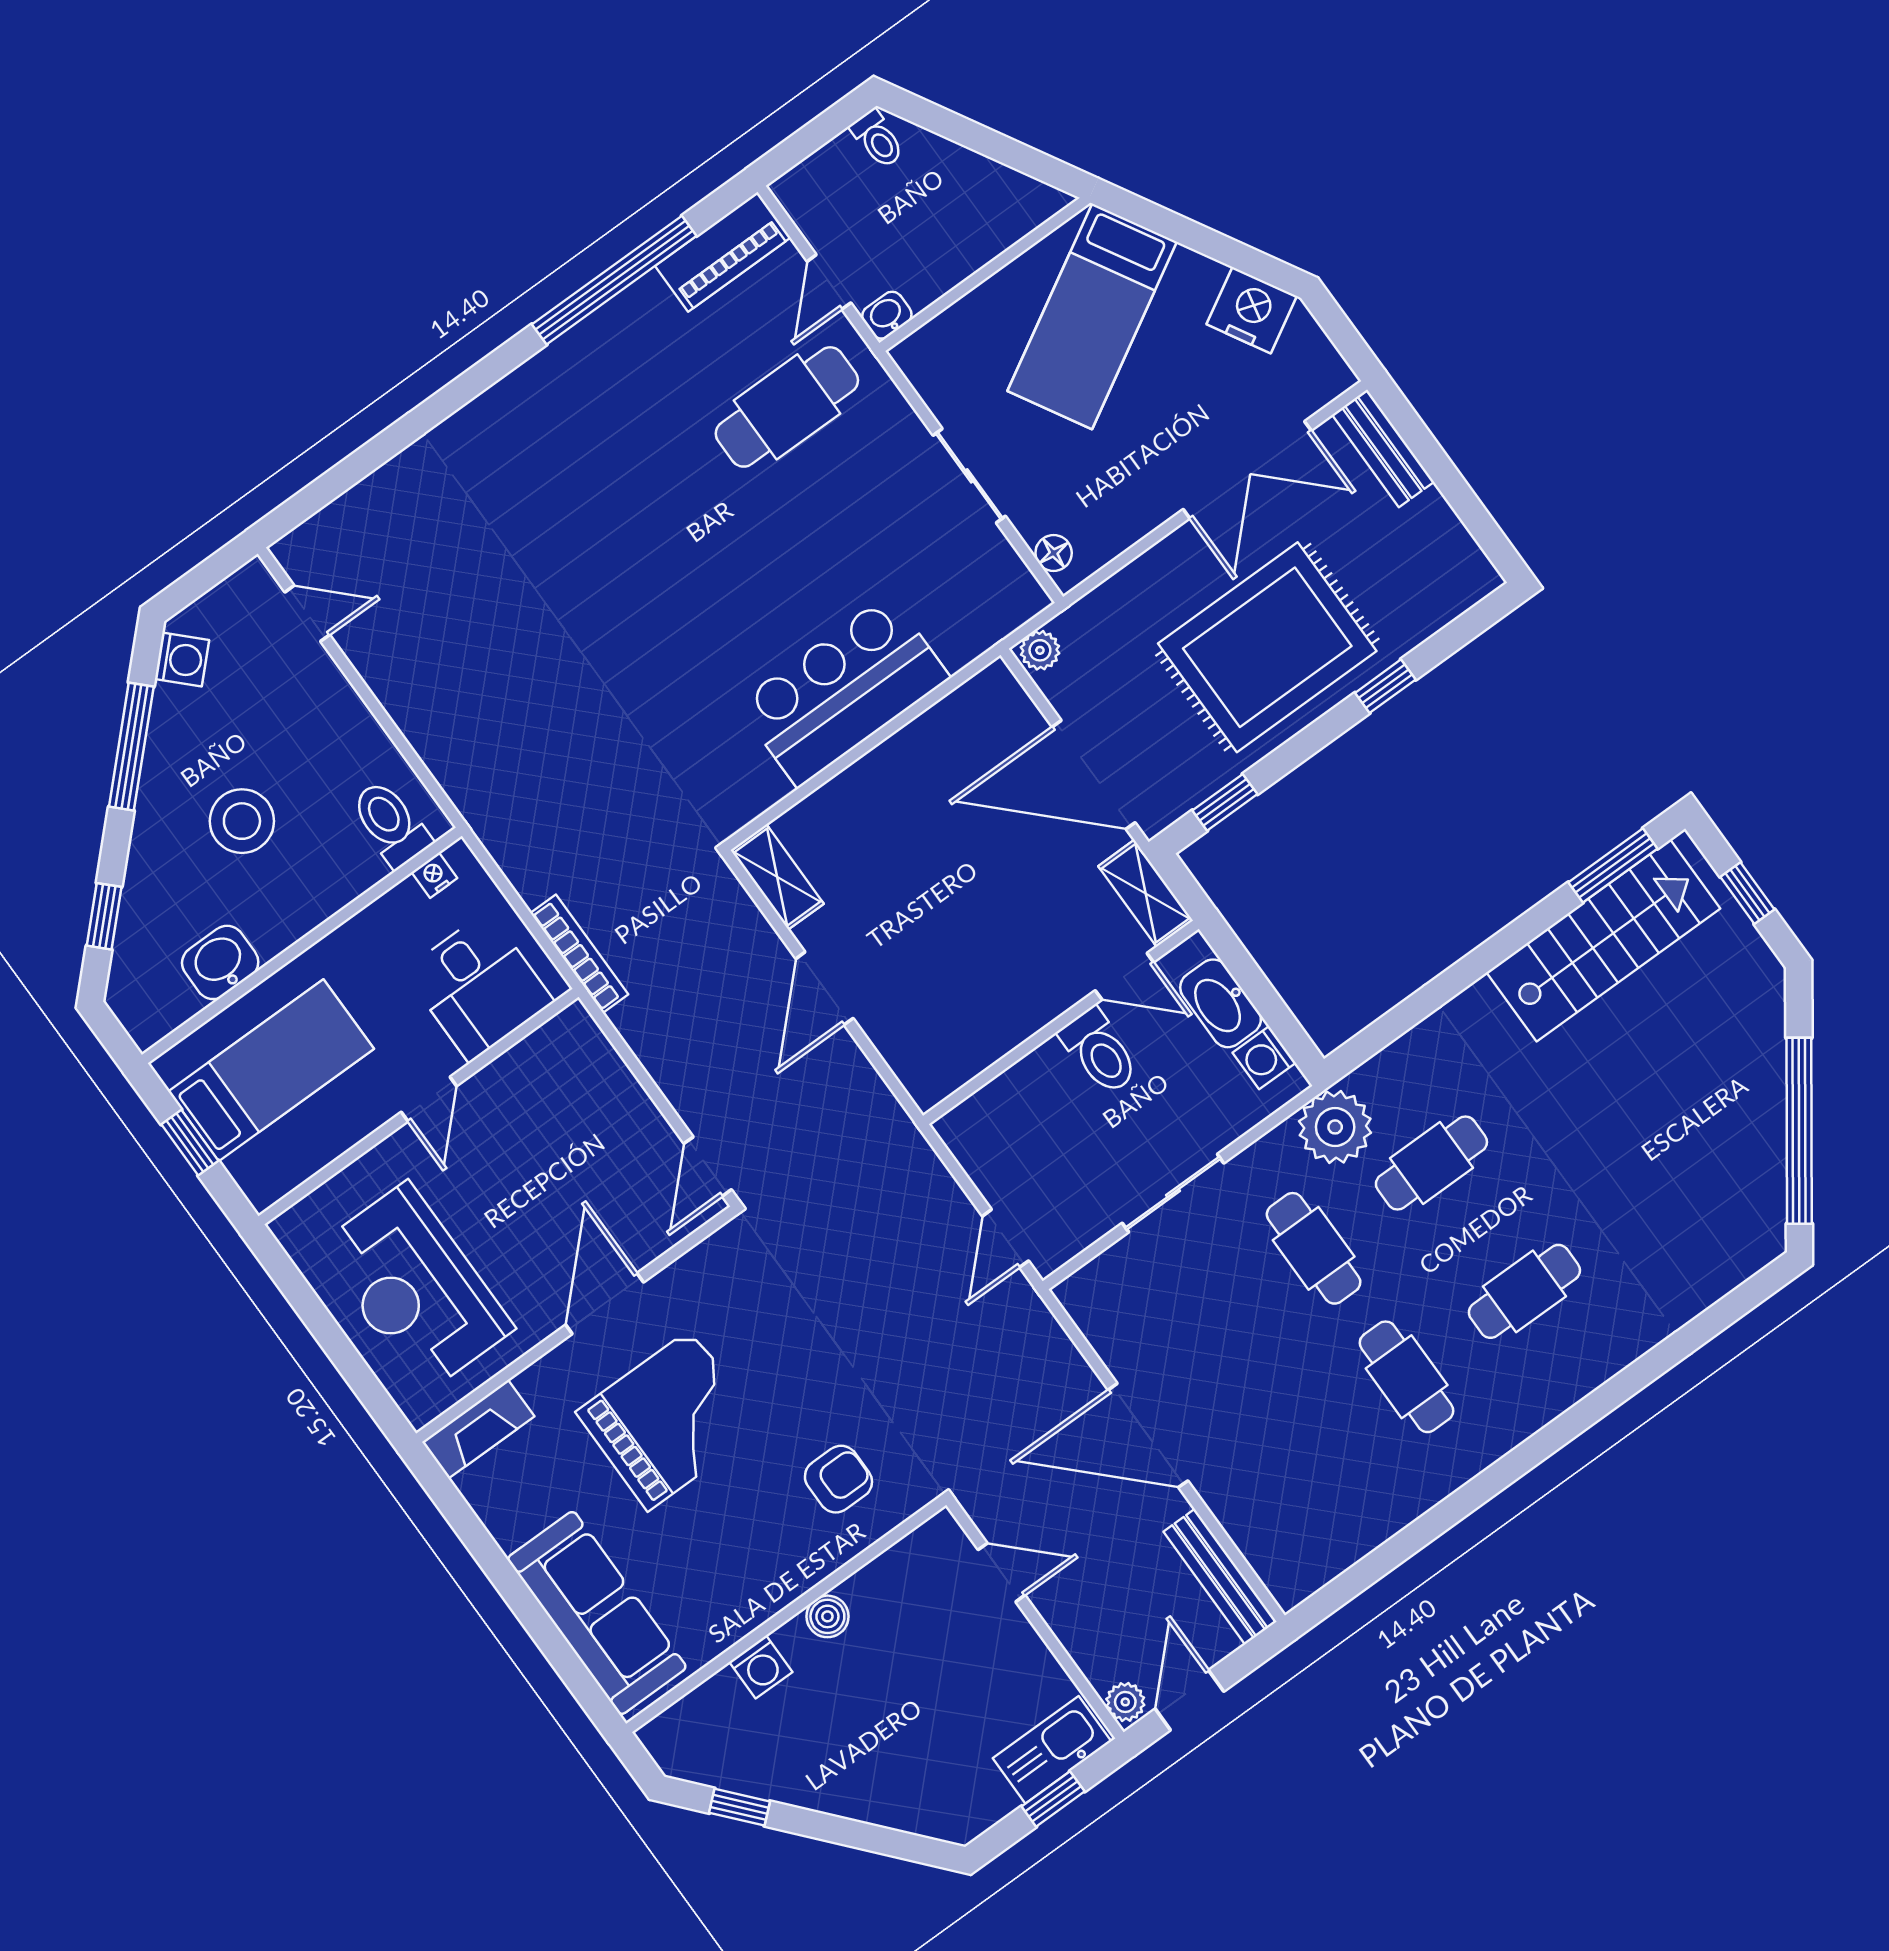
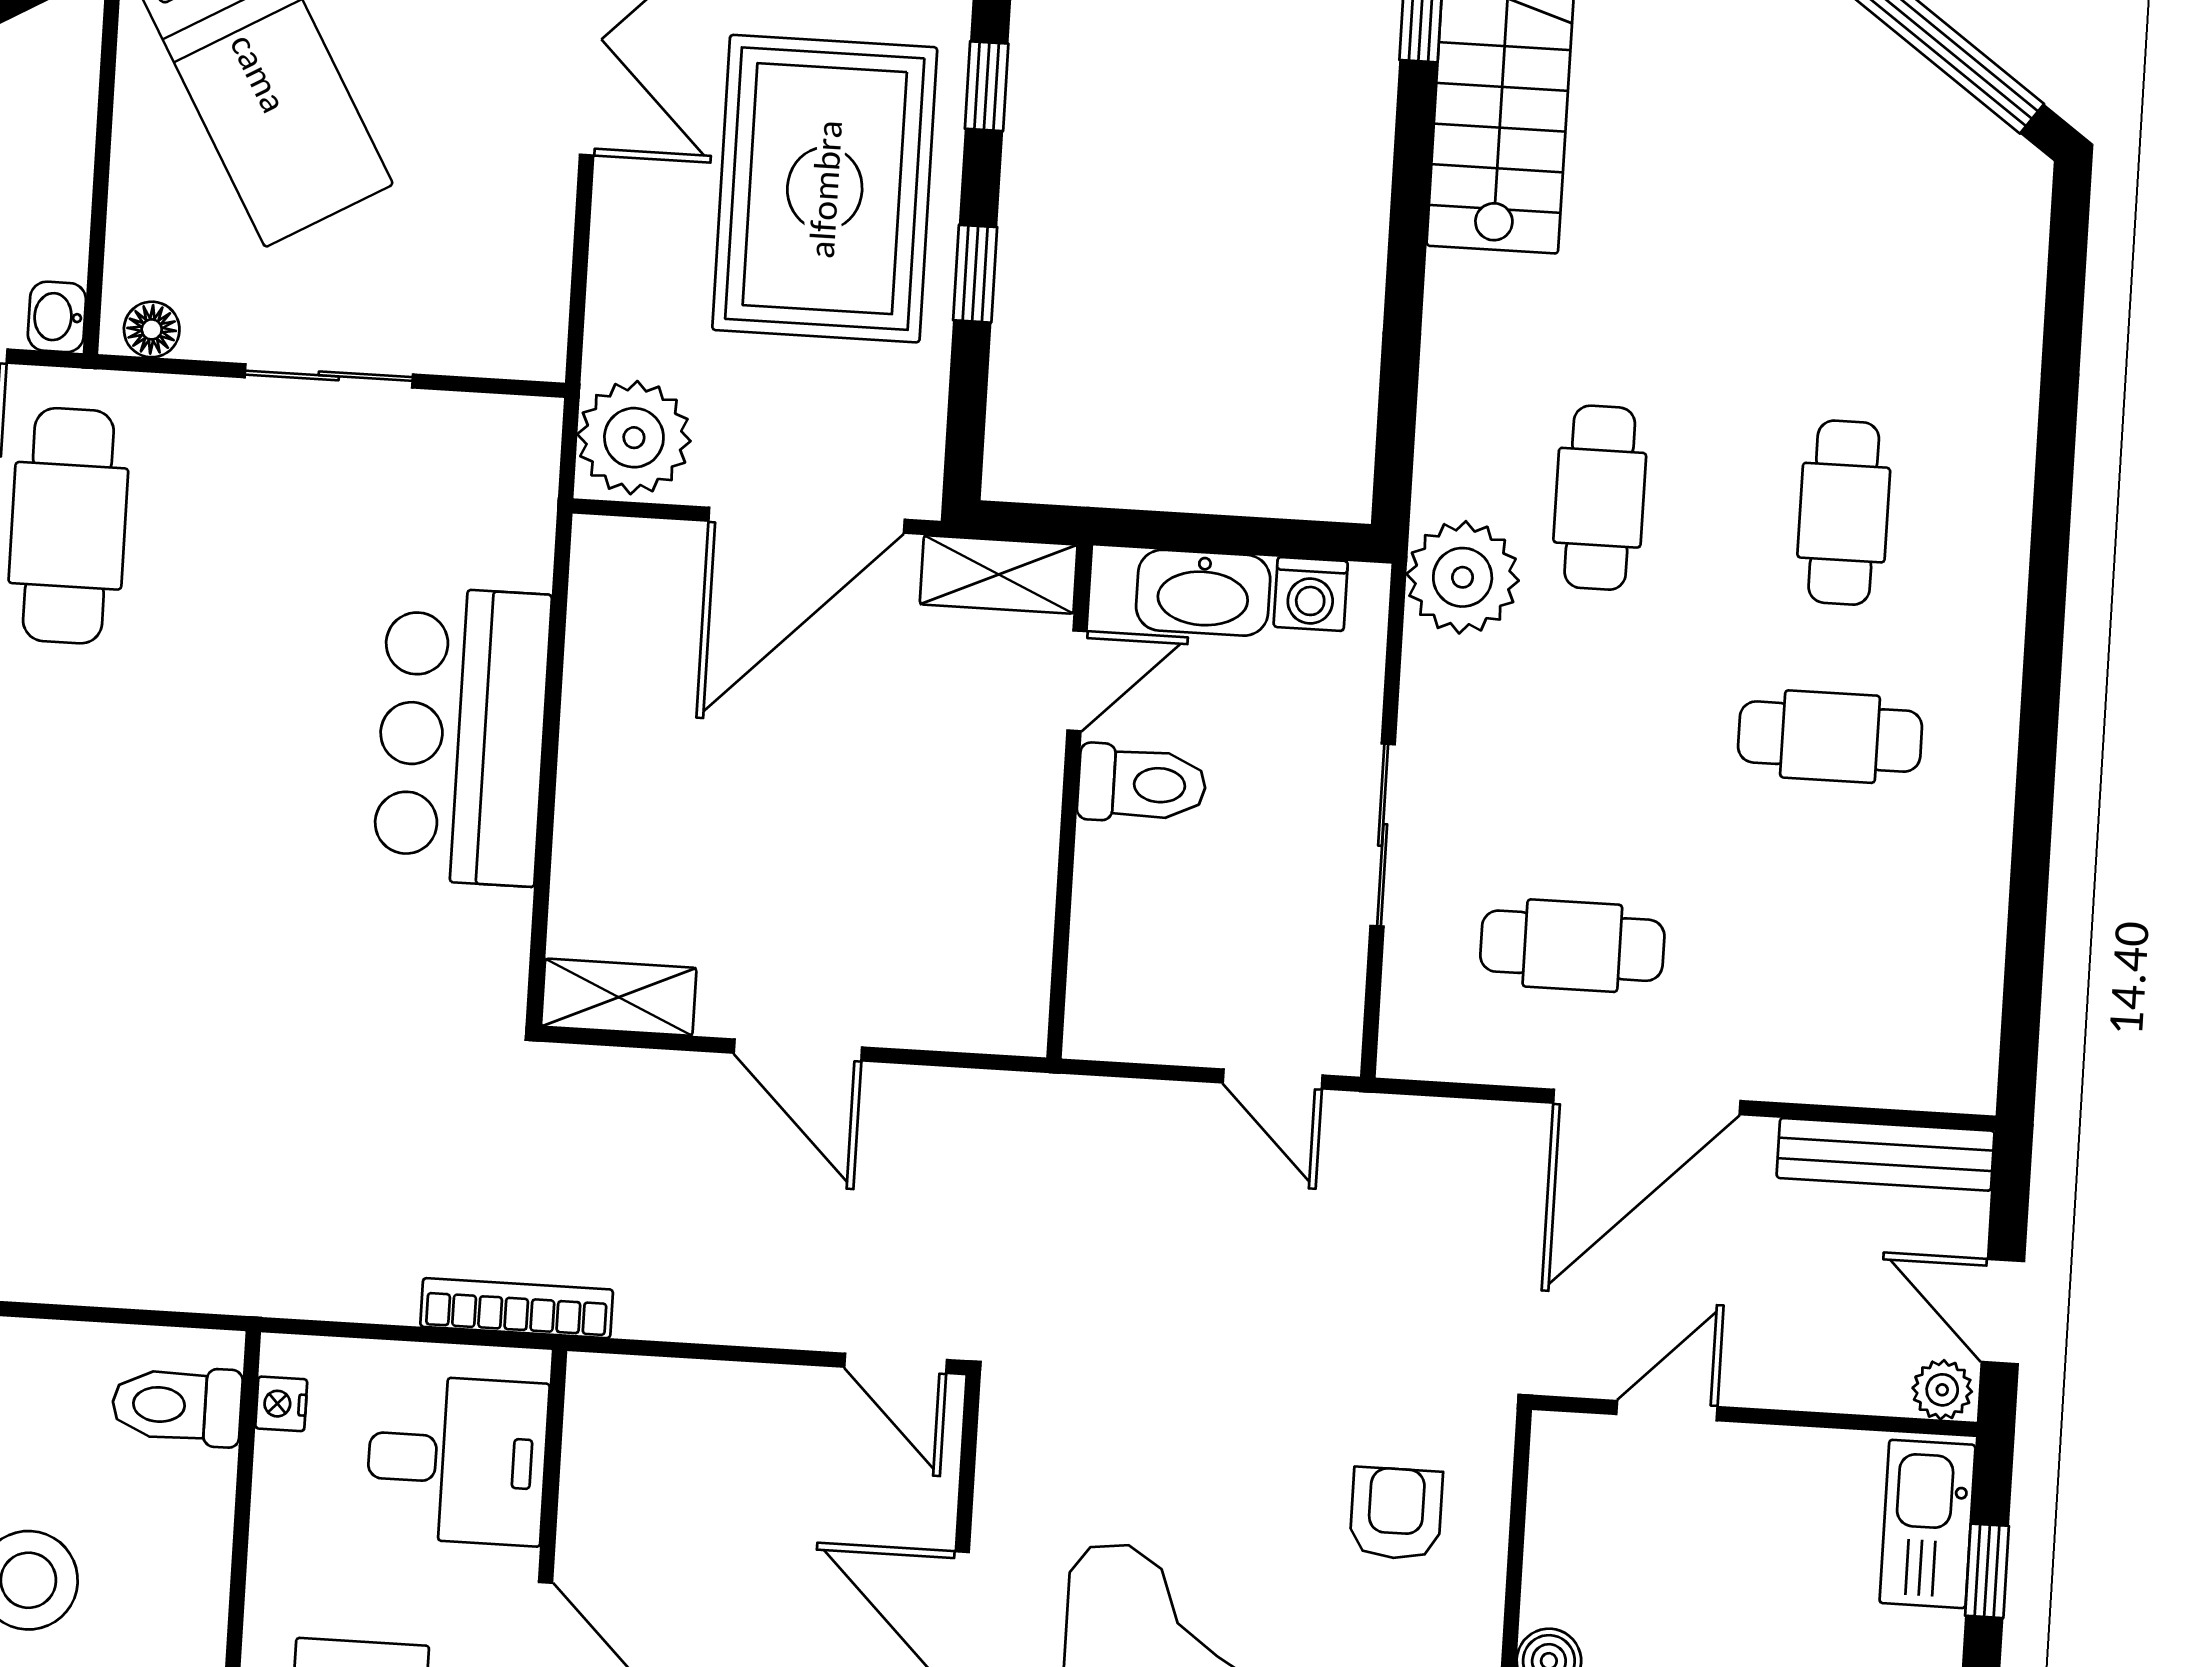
floor lamp: (1054, 553) -> (152, 329), moved
plant: (1040, 650) -> (634, 438), width x1.87, depth x1.87
window: (1225, 802) -> (975, 274), moved
cafe table: (1314, 1248) -> (1572, 946), moved

